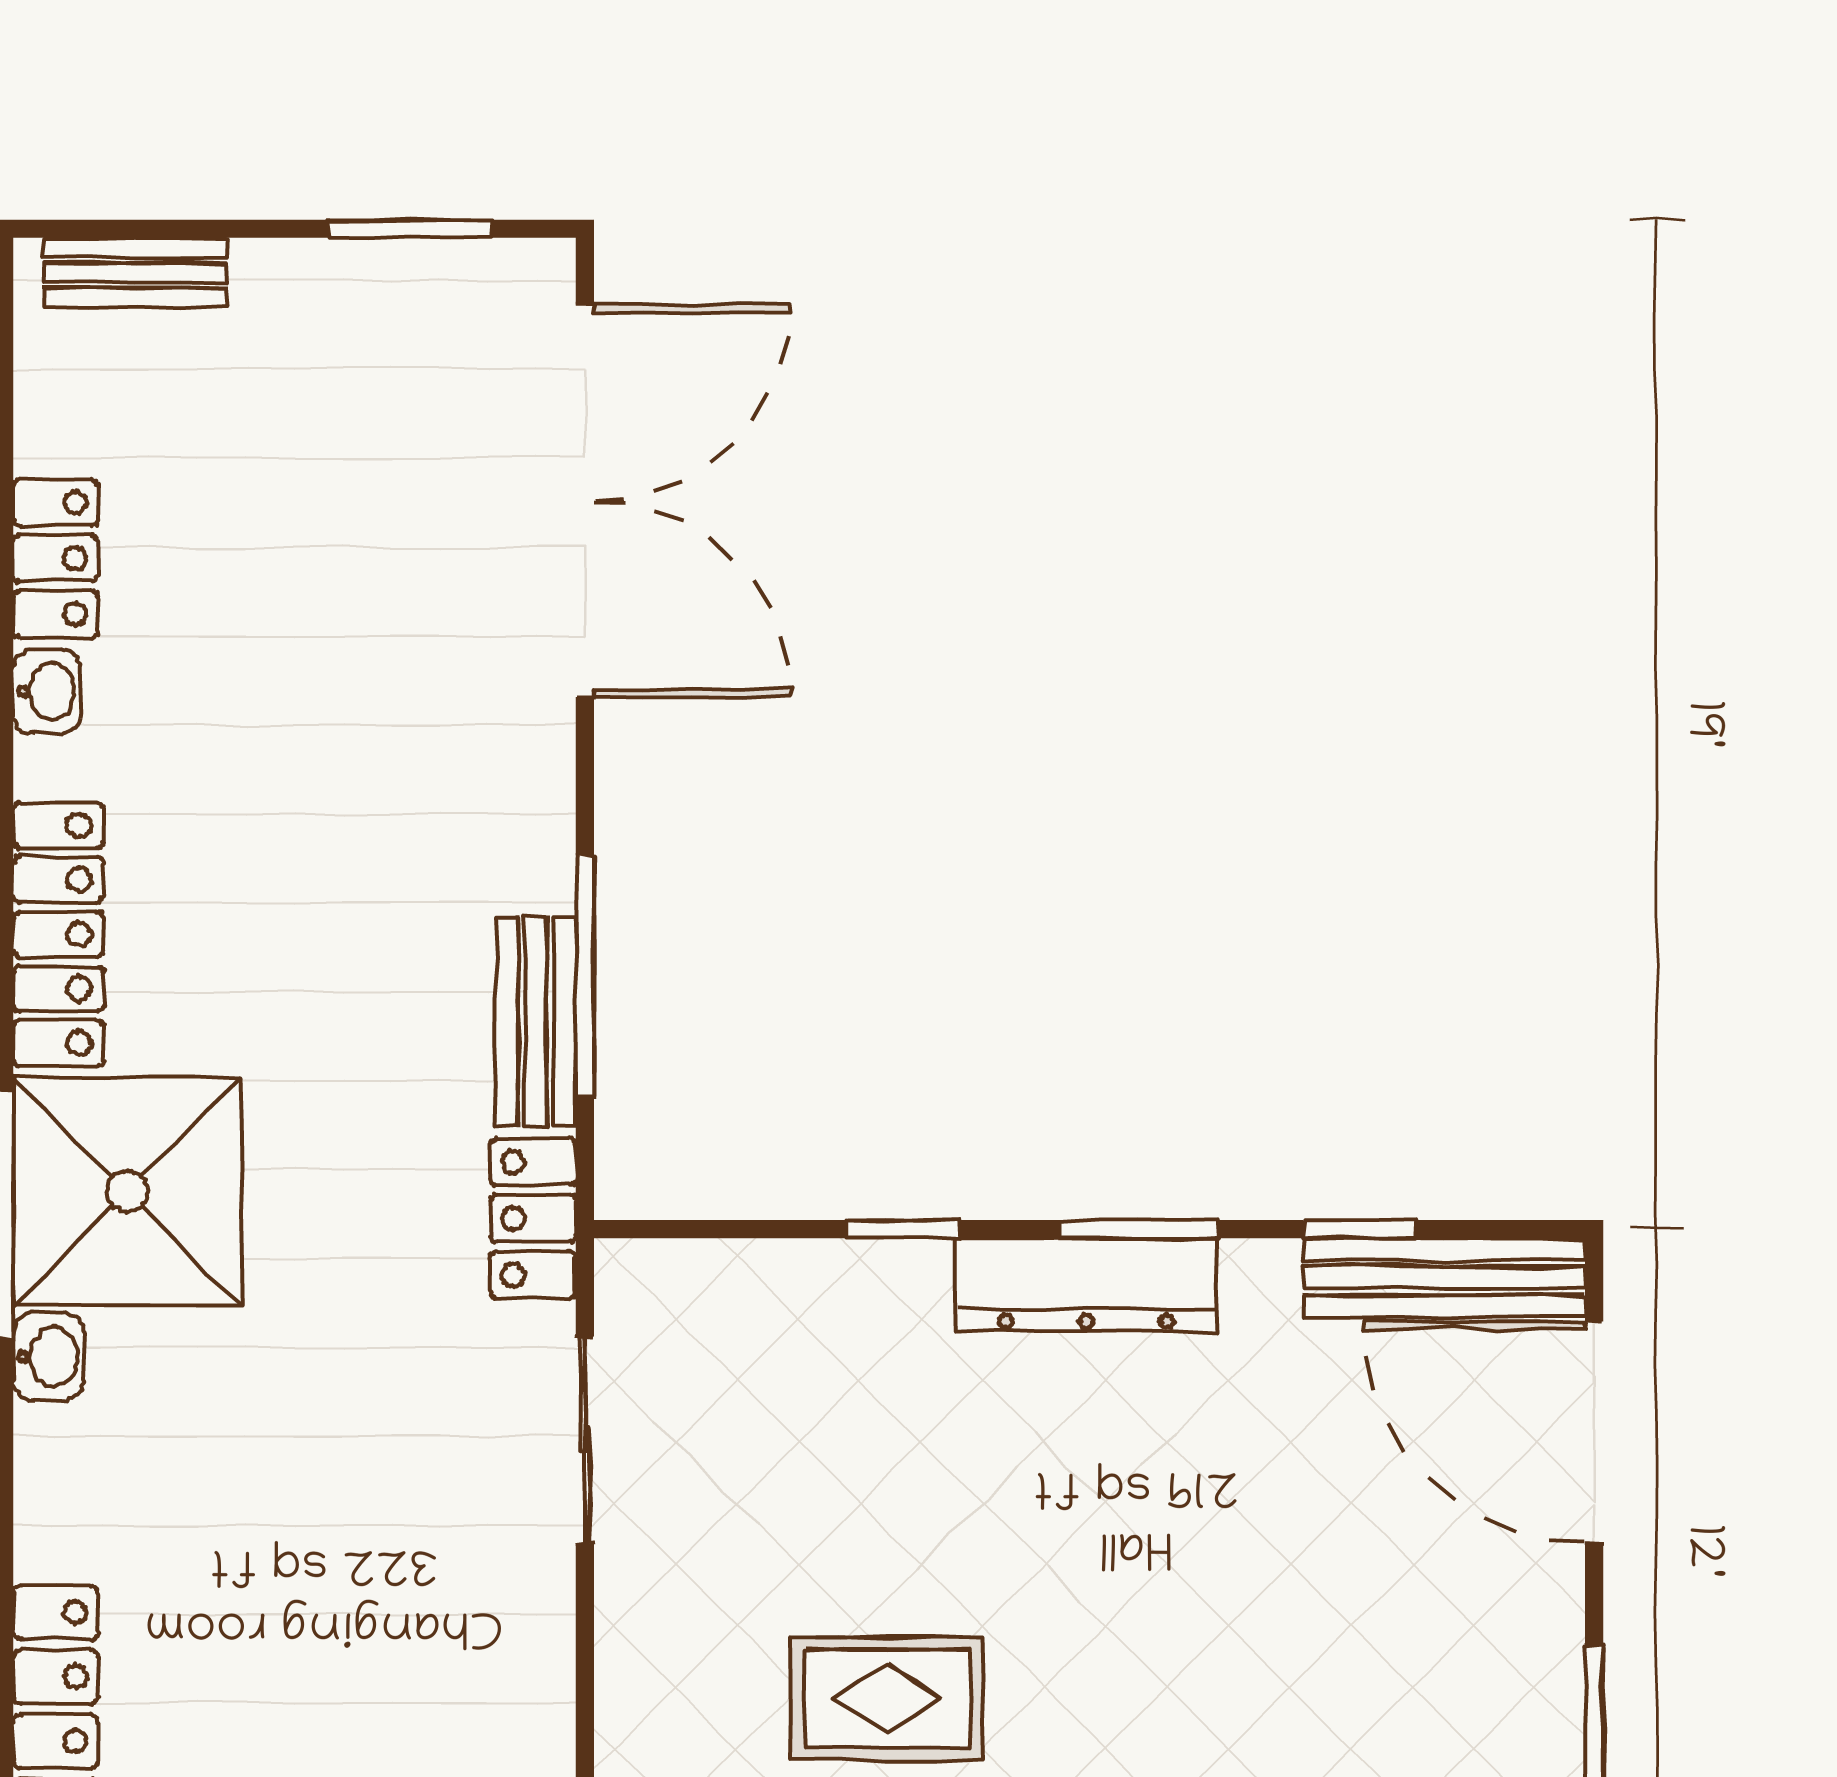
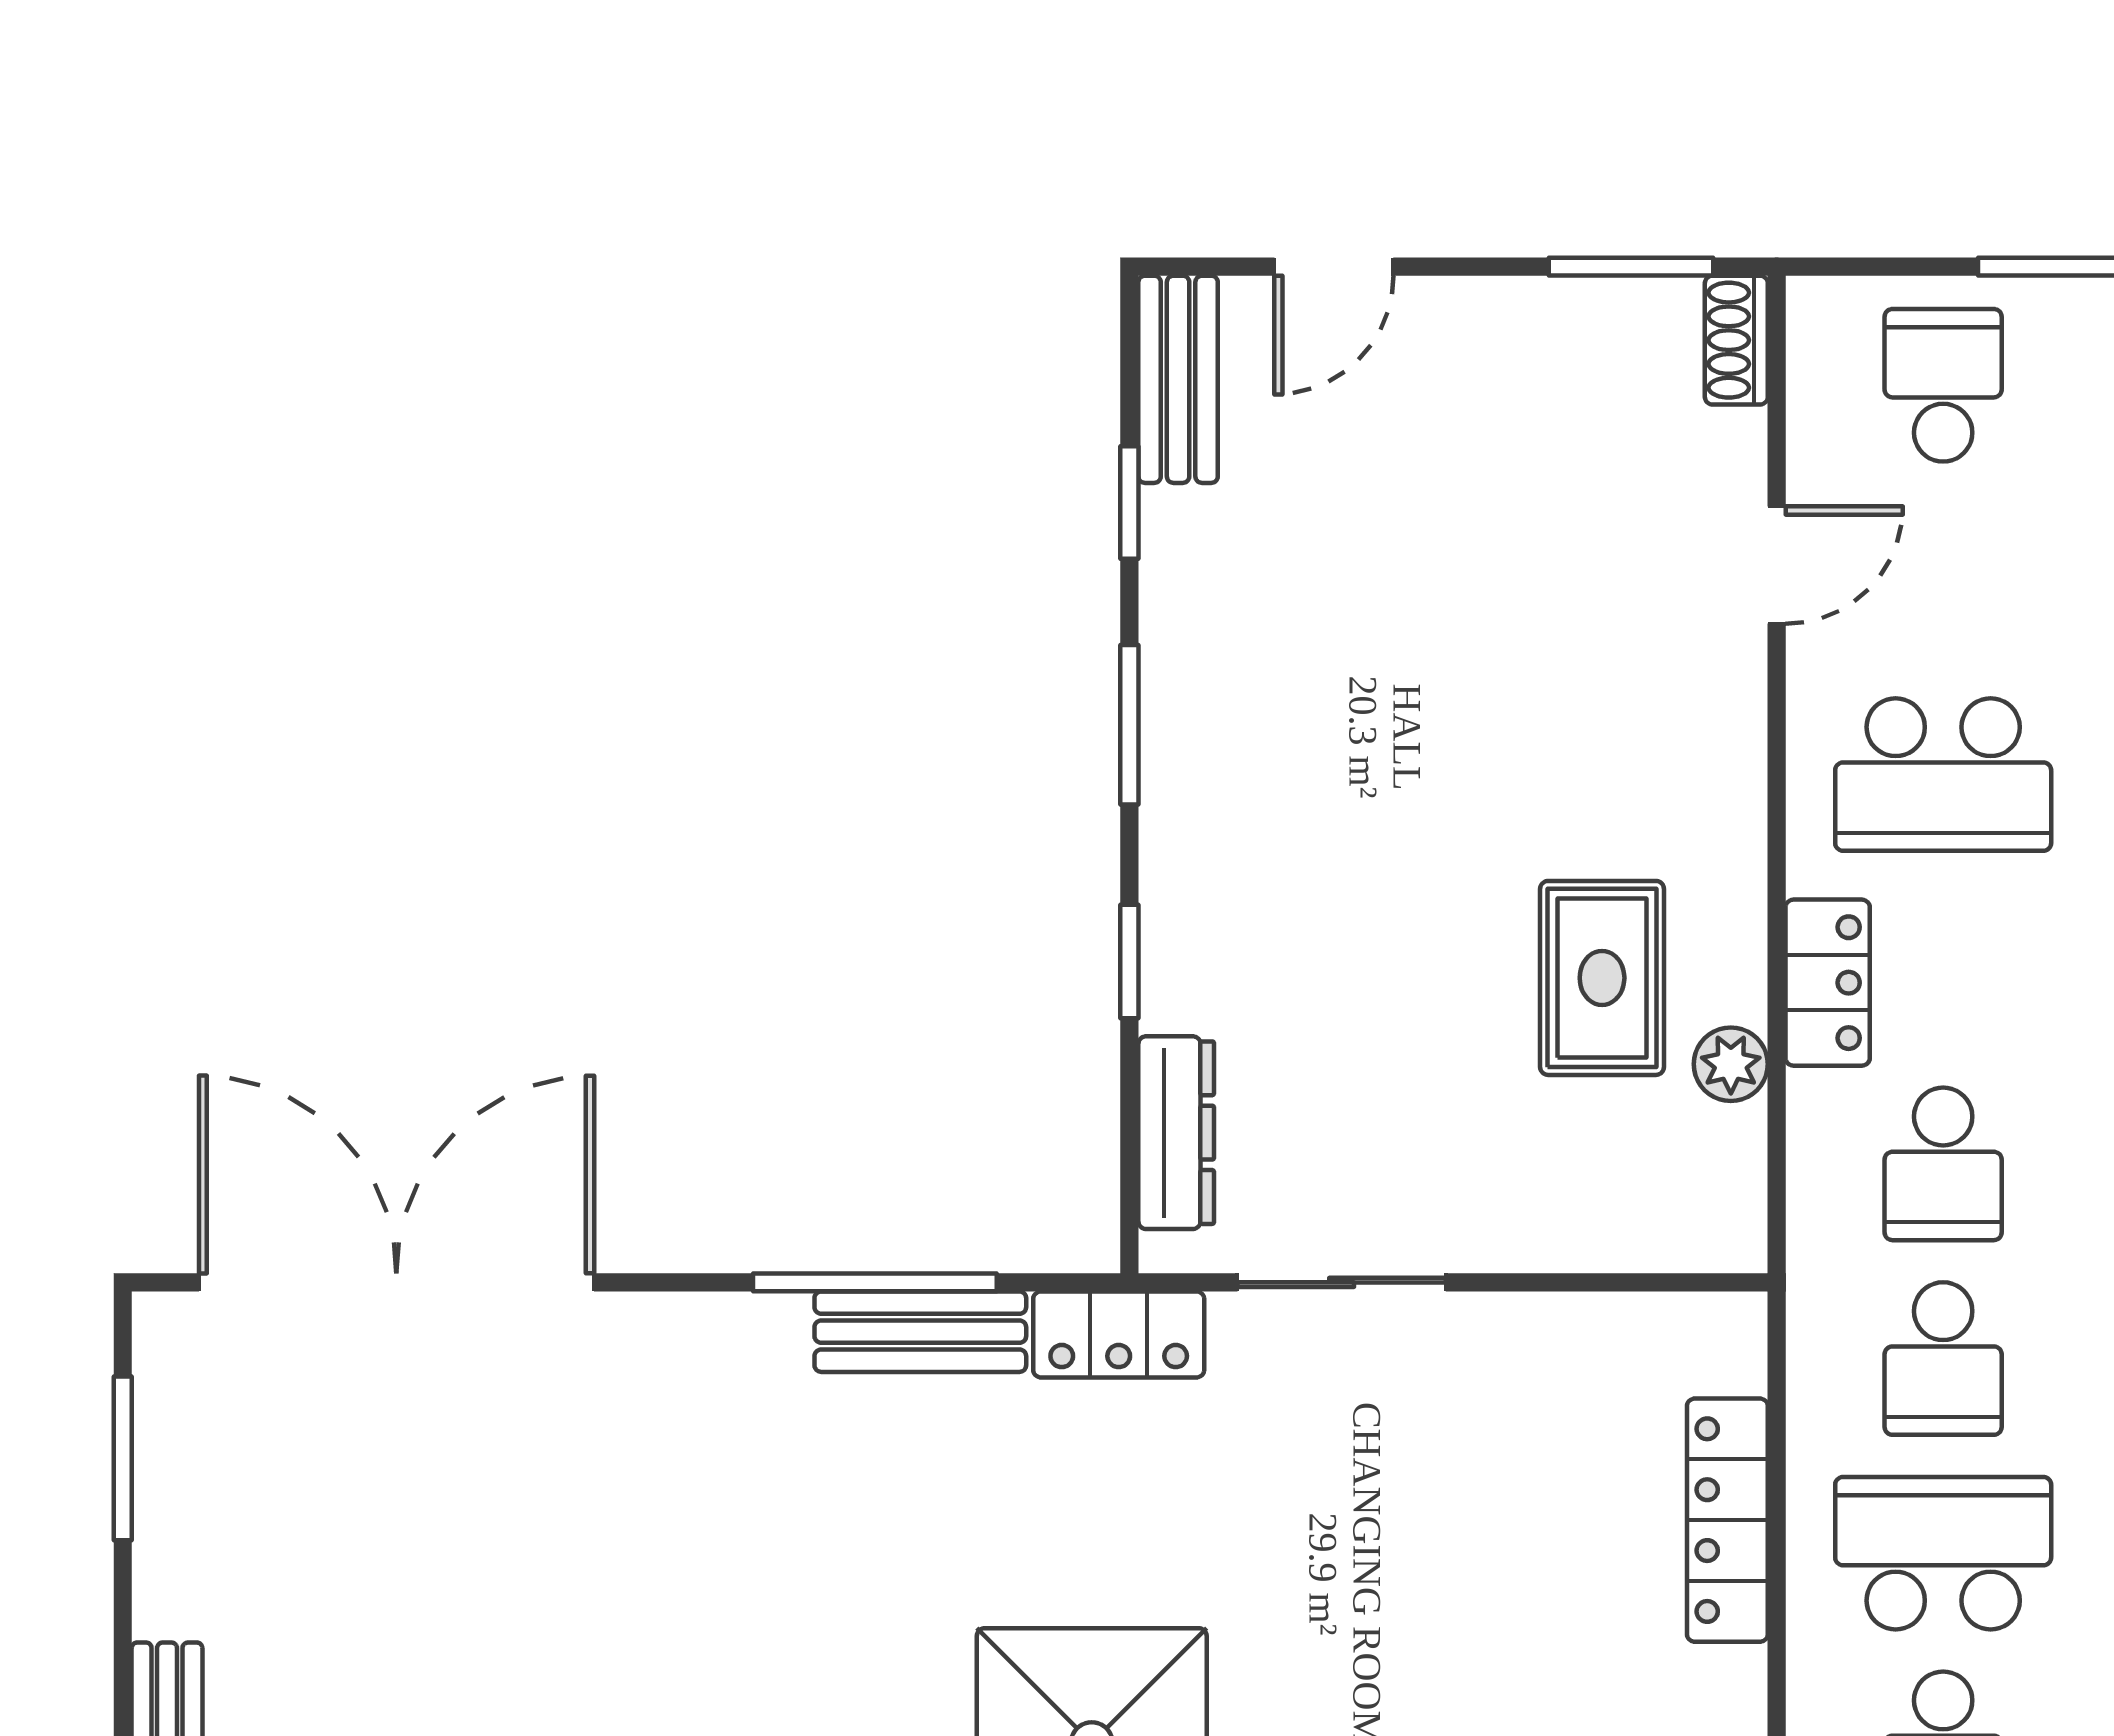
bench: (1445, 1277) -> (1178, 379), width x0.73
dresser: (1086, 1285) -> (1176, 1133), moved, width x0.73, depth x0.80
door: (1594, 1432) -> (1334, 267), width x0.53

